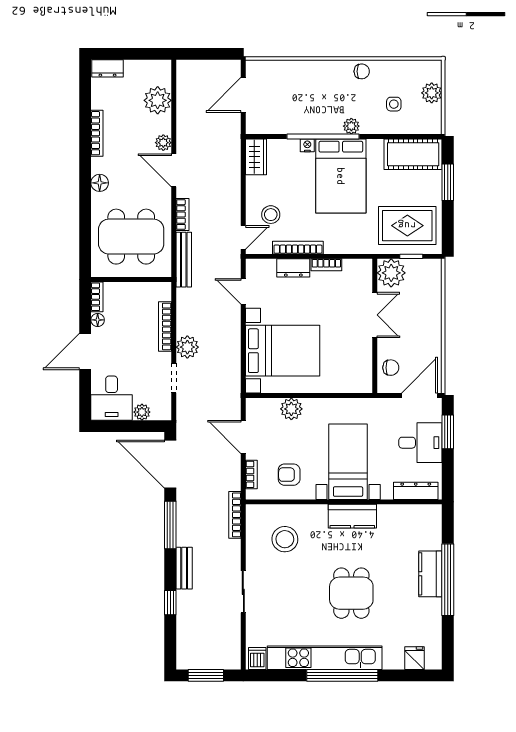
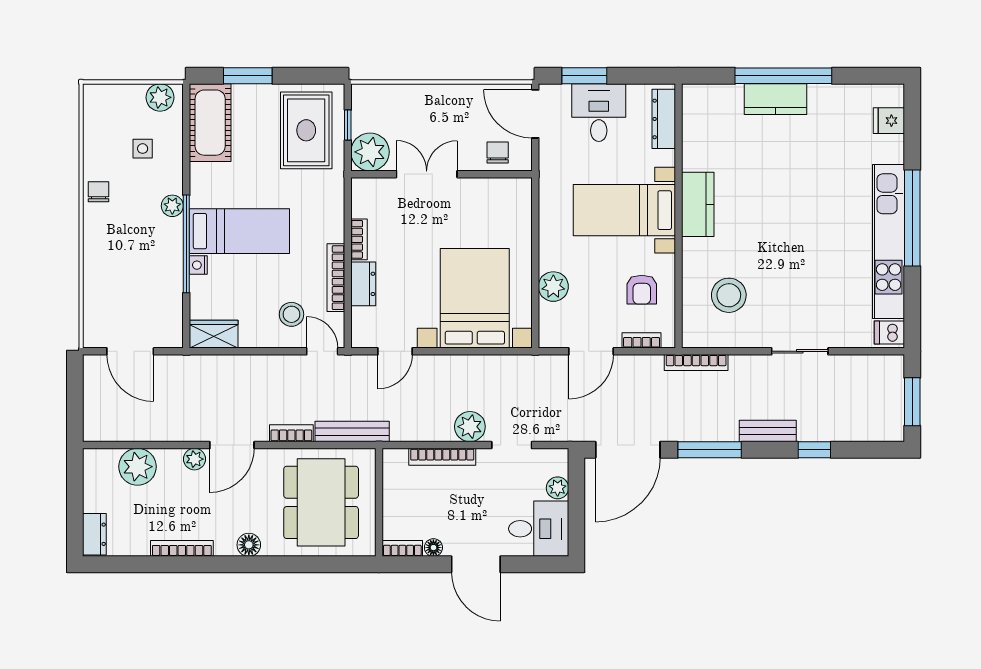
plant: (432, 93) -> (160, 97), moved
bed: (341, 176) -> (239, 231), width x0.67
dining table: (351, 593) -> (801, 206), removed

